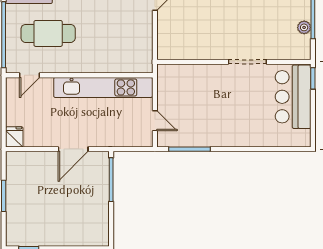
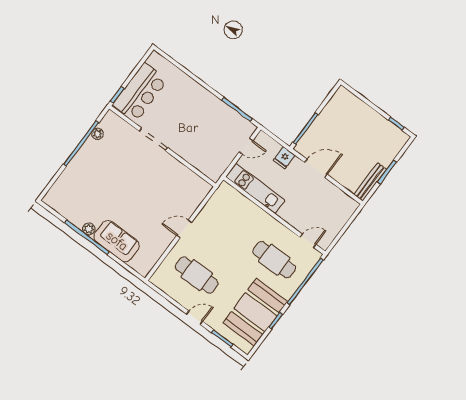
kitchen unit: (103, 87) -> (255, 188), width x0.73
door: (155, 121) -> (246, 146), swing flipped
fridge: (14, 137) -> (284, 158), moved
bench: (12, 175) -> (370, 182), added

